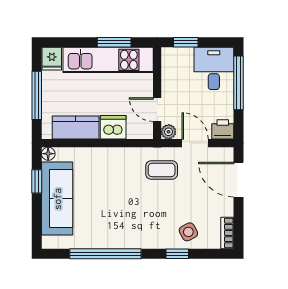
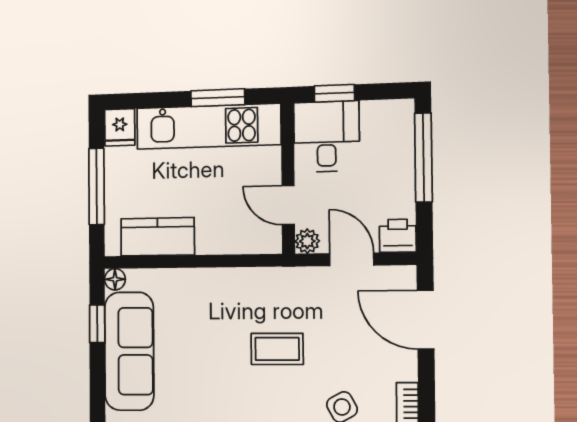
desk: (214, 68) -> (326, 137), moved
dishwasher: (113, 127) -> (217, 235), removed
coffee table: (162, 170) -> (277, 349), moved

